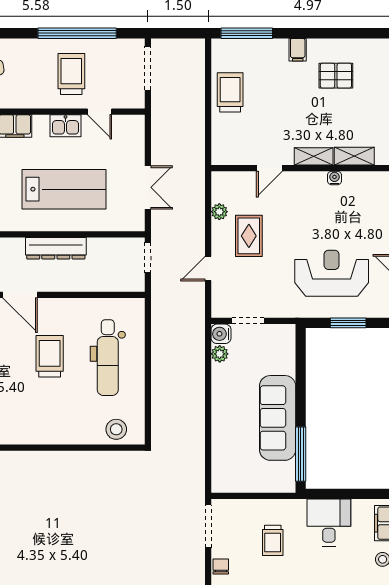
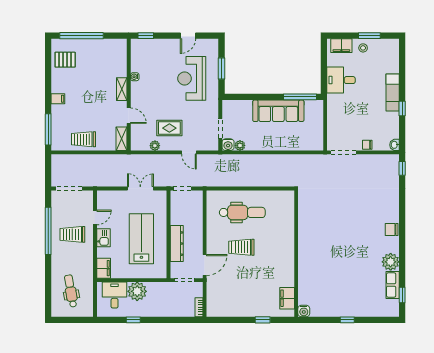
pallet: (336, 76) -> (65, 60), moved, turned 90
shelving: (354, 156) -> (122, 139), moved
stool: (116, 429) -> (285, 207), removed
trolley: (273, 540) -> (352, 114), removed

